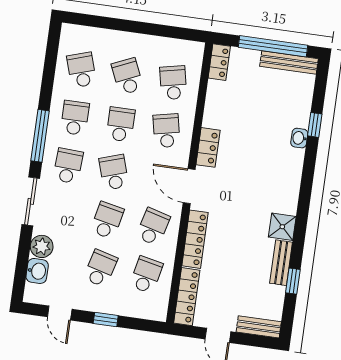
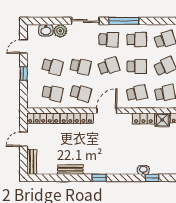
locker: (208, 147) -> (143, 118), moved
shower: (282, 227) -> (162, 120), moved
window: (293, 281) -> (99, 178), moved

